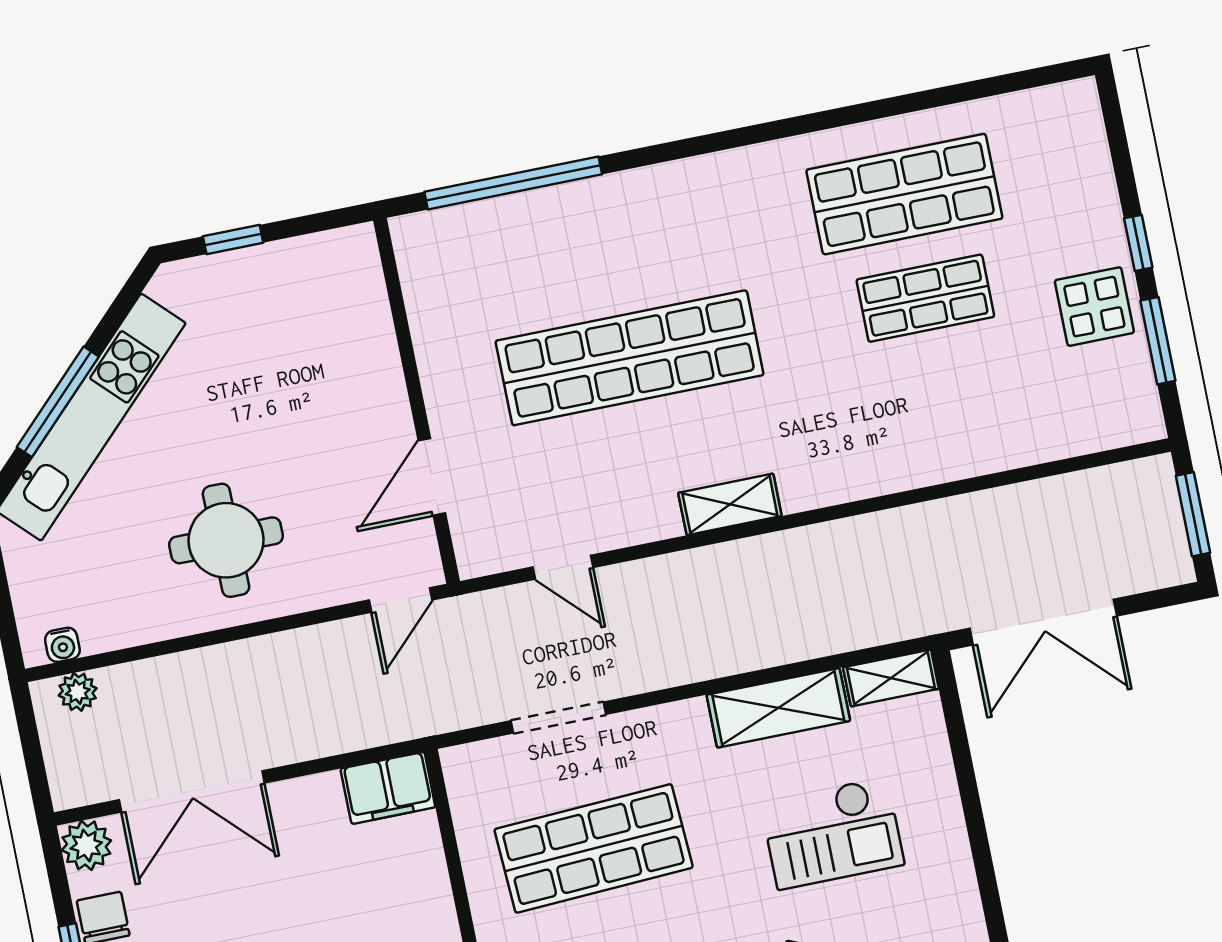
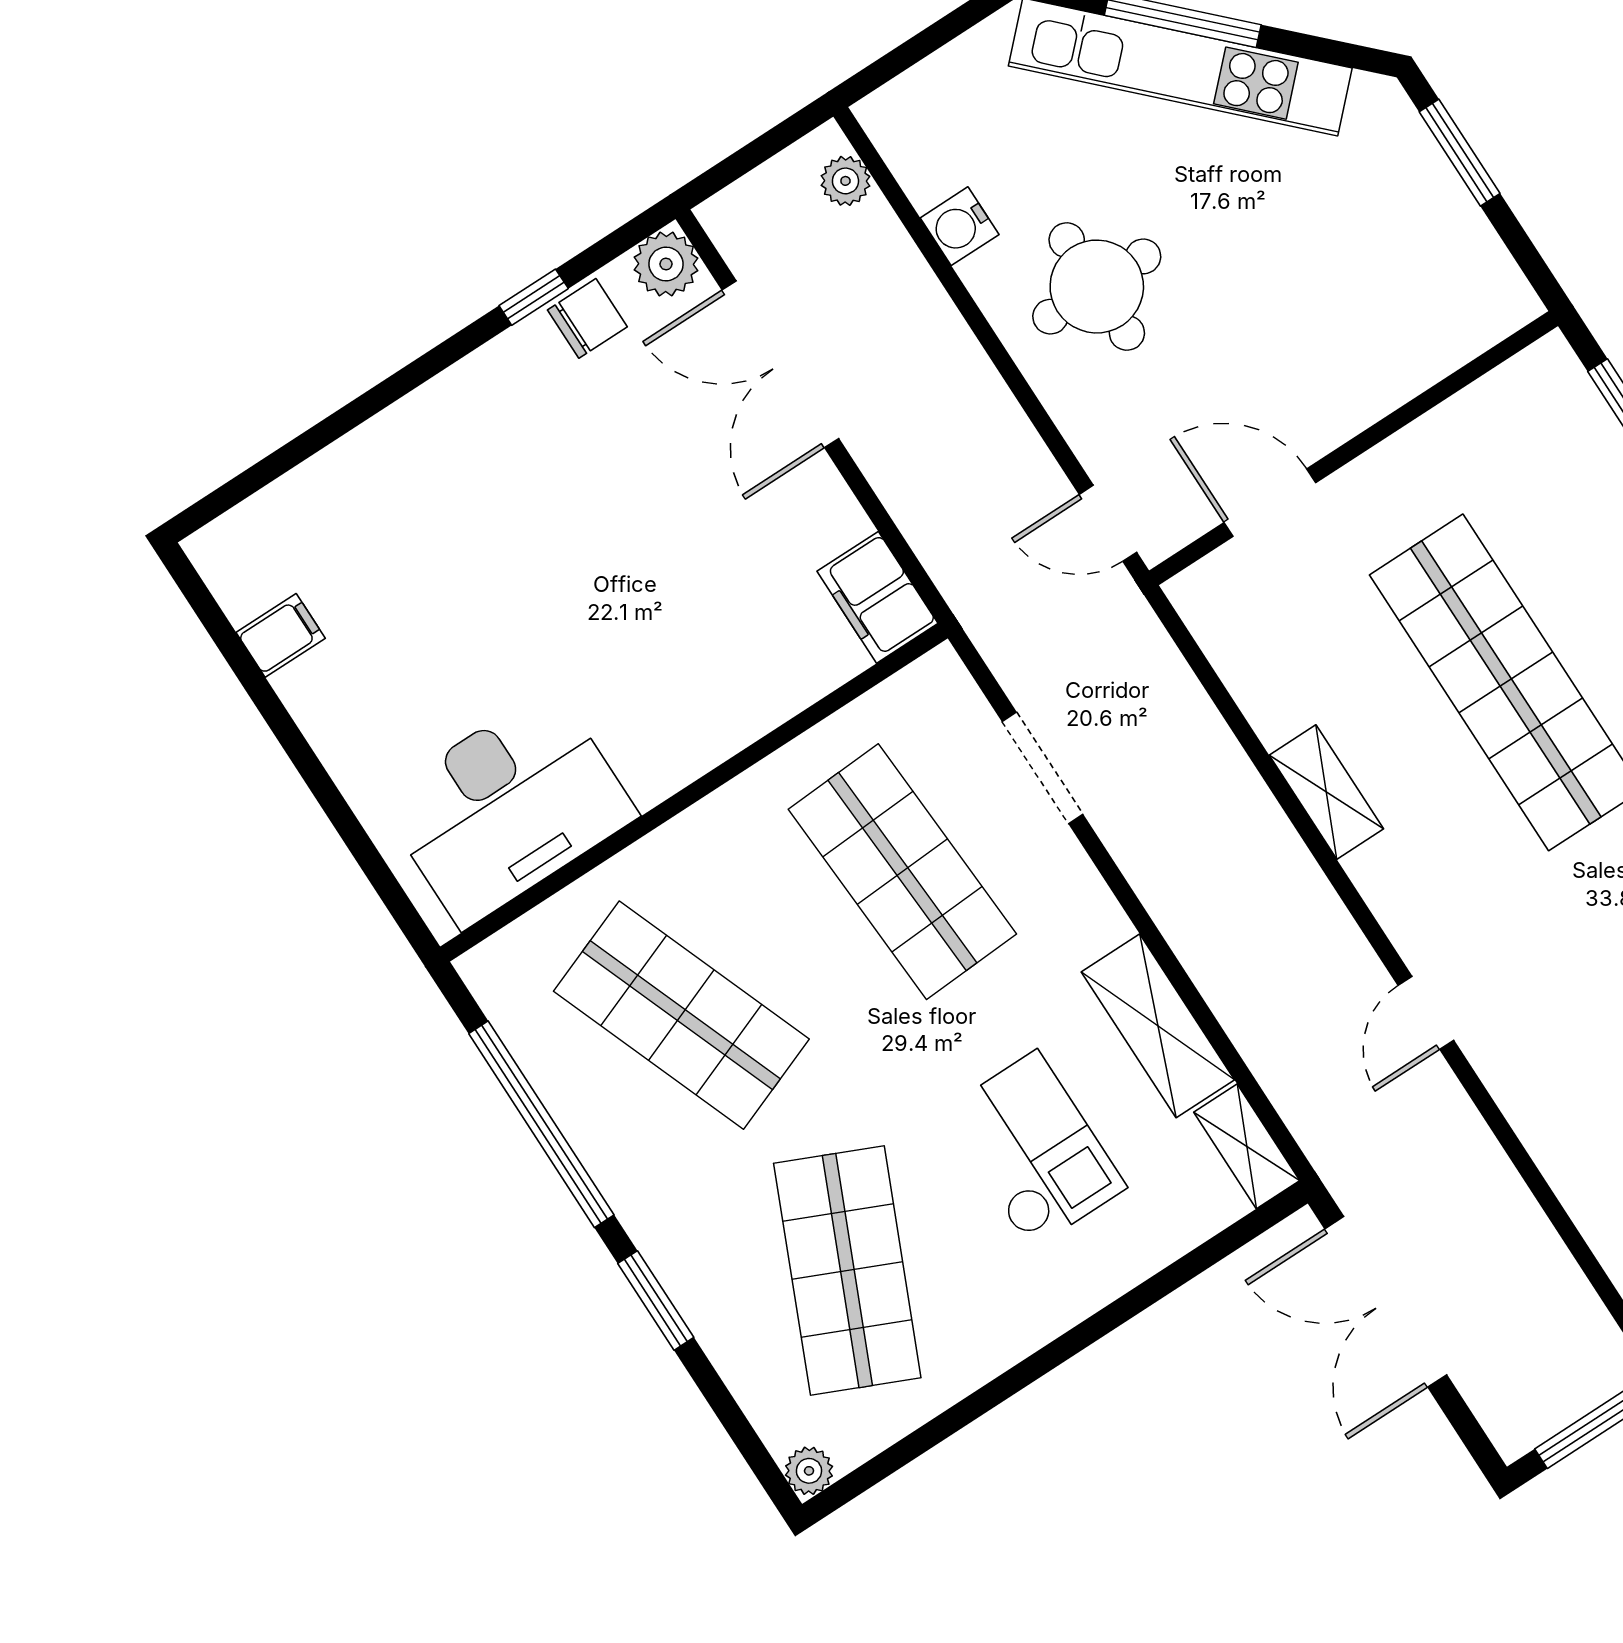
window: (233, 239) -> (1460, 153), width x1.50
shelving: (730, 504) -> (1326, 792), moved
door: (563, 567) -> (1426, 1013), moved
water cooler: (62, 645) -> (960, 226), moved, width x1.38, depth x1.38
checkout: (832, 833) -> (1034, 1150), turned 180

